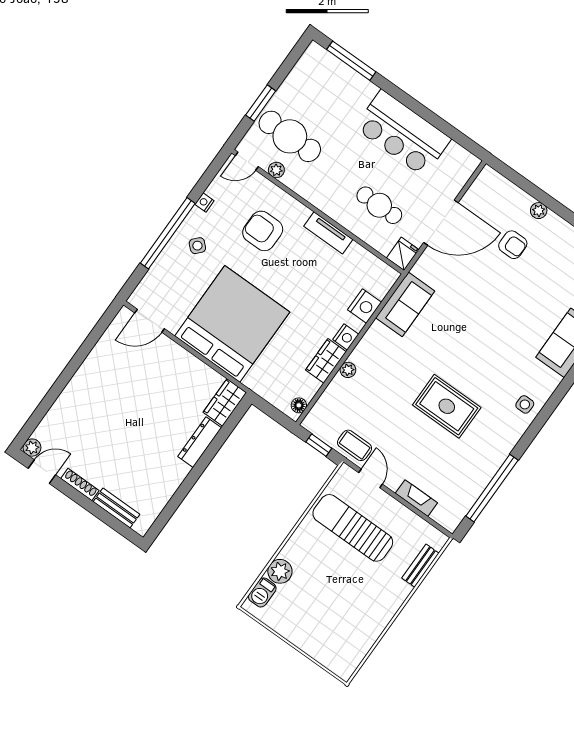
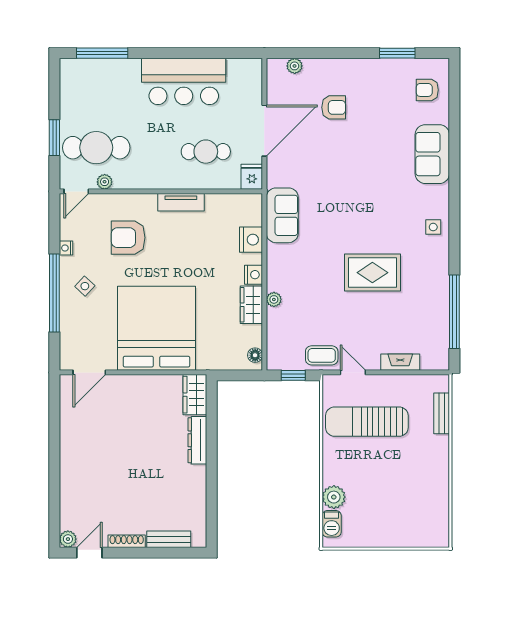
plant: (539, 211) -> (295, 66), moved

